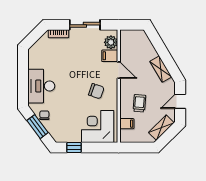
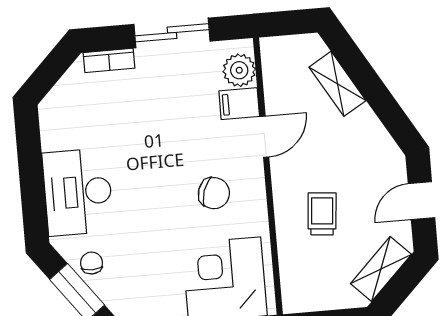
shelving: (161, 69) -> (338, 84), moved
door: (119, 70) -> (264, 137), hinge flipped
filing cabinet: (127, 124) -> (296, 266), removed

